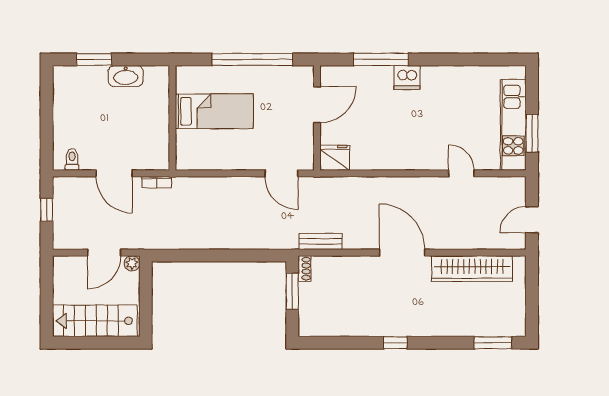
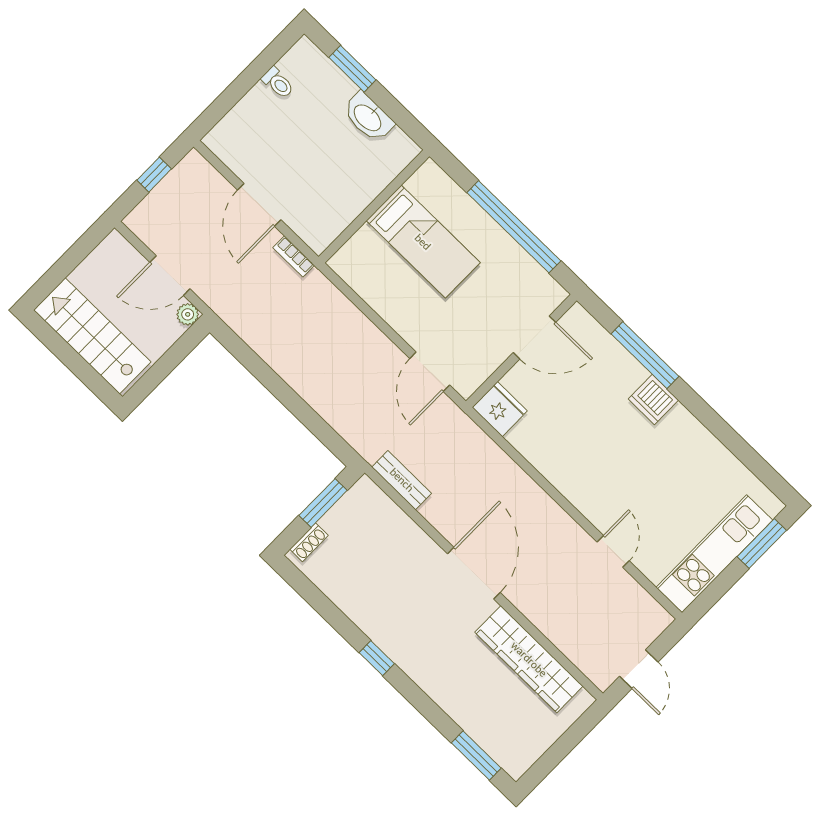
window: (532, 133) -> (762, 544), moved
toilet: (72, 159) -> (278, 83), moved, turned 90
door: (532, 220) -> (639, 669), swing flipped
shoe rack: (305, 269) -> (309, 542), moved

